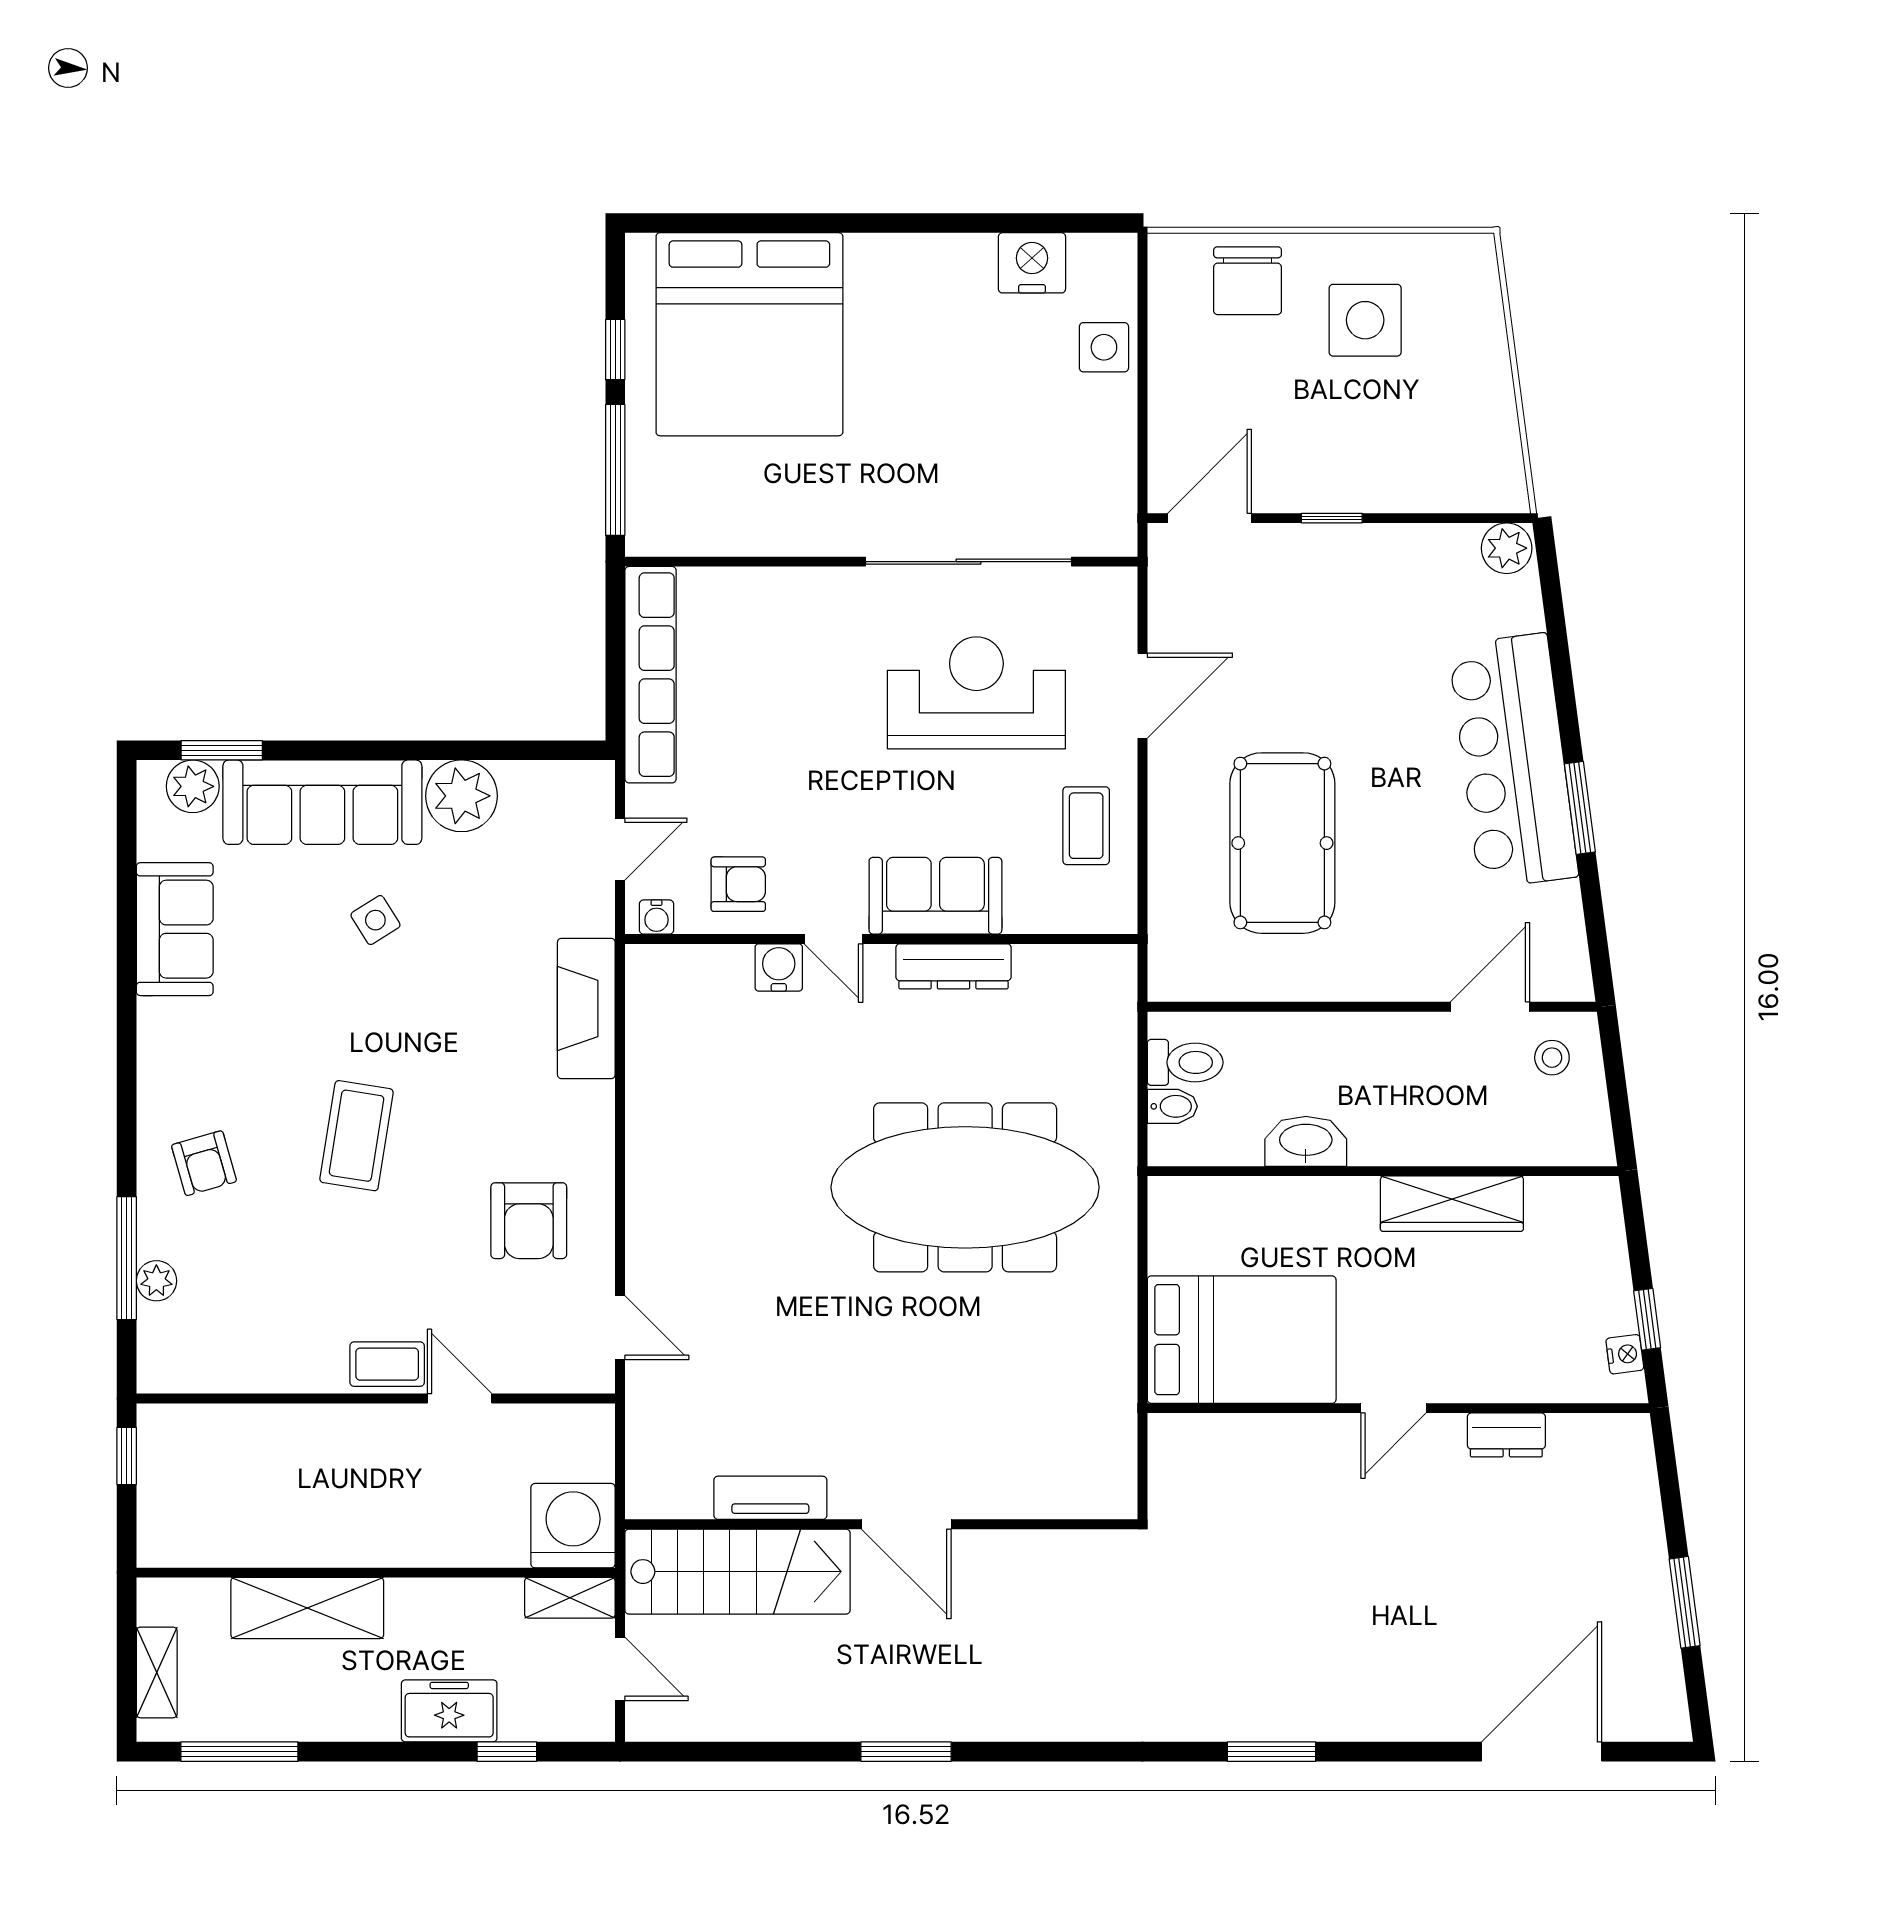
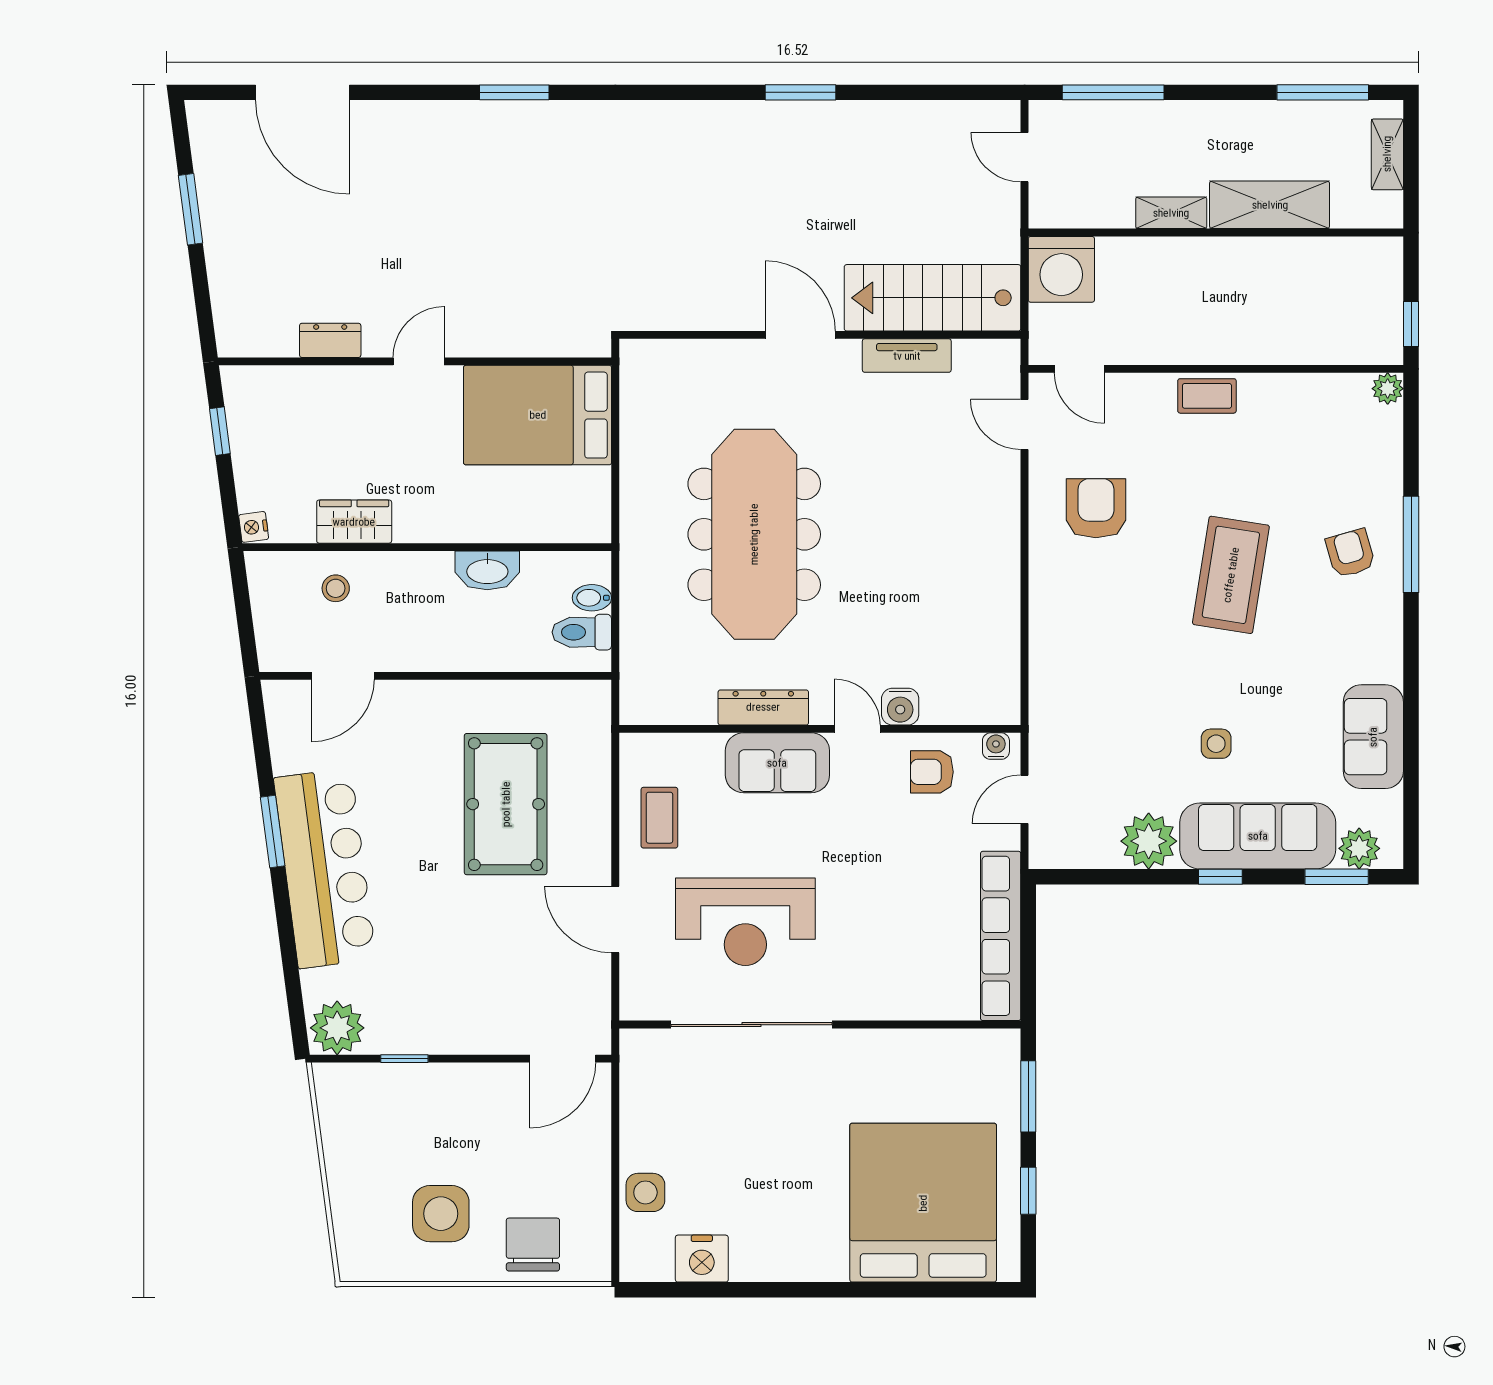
window: (615, 470) -> (1028, 1096), width x0.69
window: (1332, 518) -> (404, 1059), moved
plant: (1507, 548) -> (337, 1028), width x1.36, depth x1.36
door: (1142, 696) -> (615, 920), hinge flipped
window: (370, 750) -> (1220, 877), added
side table: (375, 920) -> (1216, 744), turned 32
fireplace: (586, 1008) -> (1051, 674), removed
stool: (1552, 1058) -> (336, 588), moved
coffee table: (357, 1136) -> (1231, 575), width x1.36, depth x1.32
meeting table: (965, 1187) -> (754, 534), turned 90
wardrobe: (1452, 1204) -> (354, 522), width x0.67
window: (127, 1258) -> (1411, 544), moved
plant: (156, 1281) -> (1388, 389), moved
nightstand: (1625, 1354) -> (254, 527), moved
door: (460, 1398) -> (1079, 369), moved
tv unit: (770, 1498) -> (907, 356), moved
wall: (881, 1524) -> (820, 335), moved
door: (906, 1524) -> (800, 335), moved
stairs: (737, 1572) -> (933, 298), moved
shelving: (570, 1598) -> (1171, 213), moved
freezer: (449, 1711) -> (1158, 124), removed
window: (507, 1752) -> (1113, 92), width x2.17
door: (1542, 1752) -> (303, 92), hinge flipped

